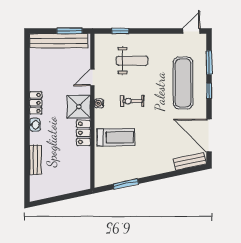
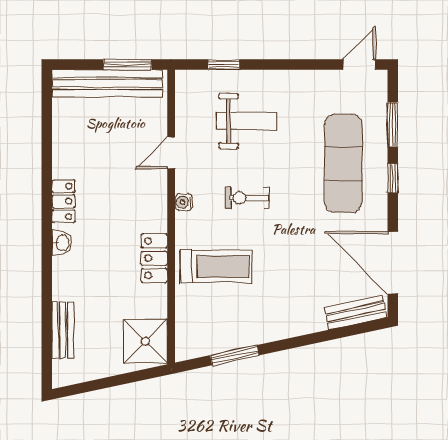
shower: (79, 107) -> (145, 341), moved
bench: (35, 160) -> (63, 330), moved

